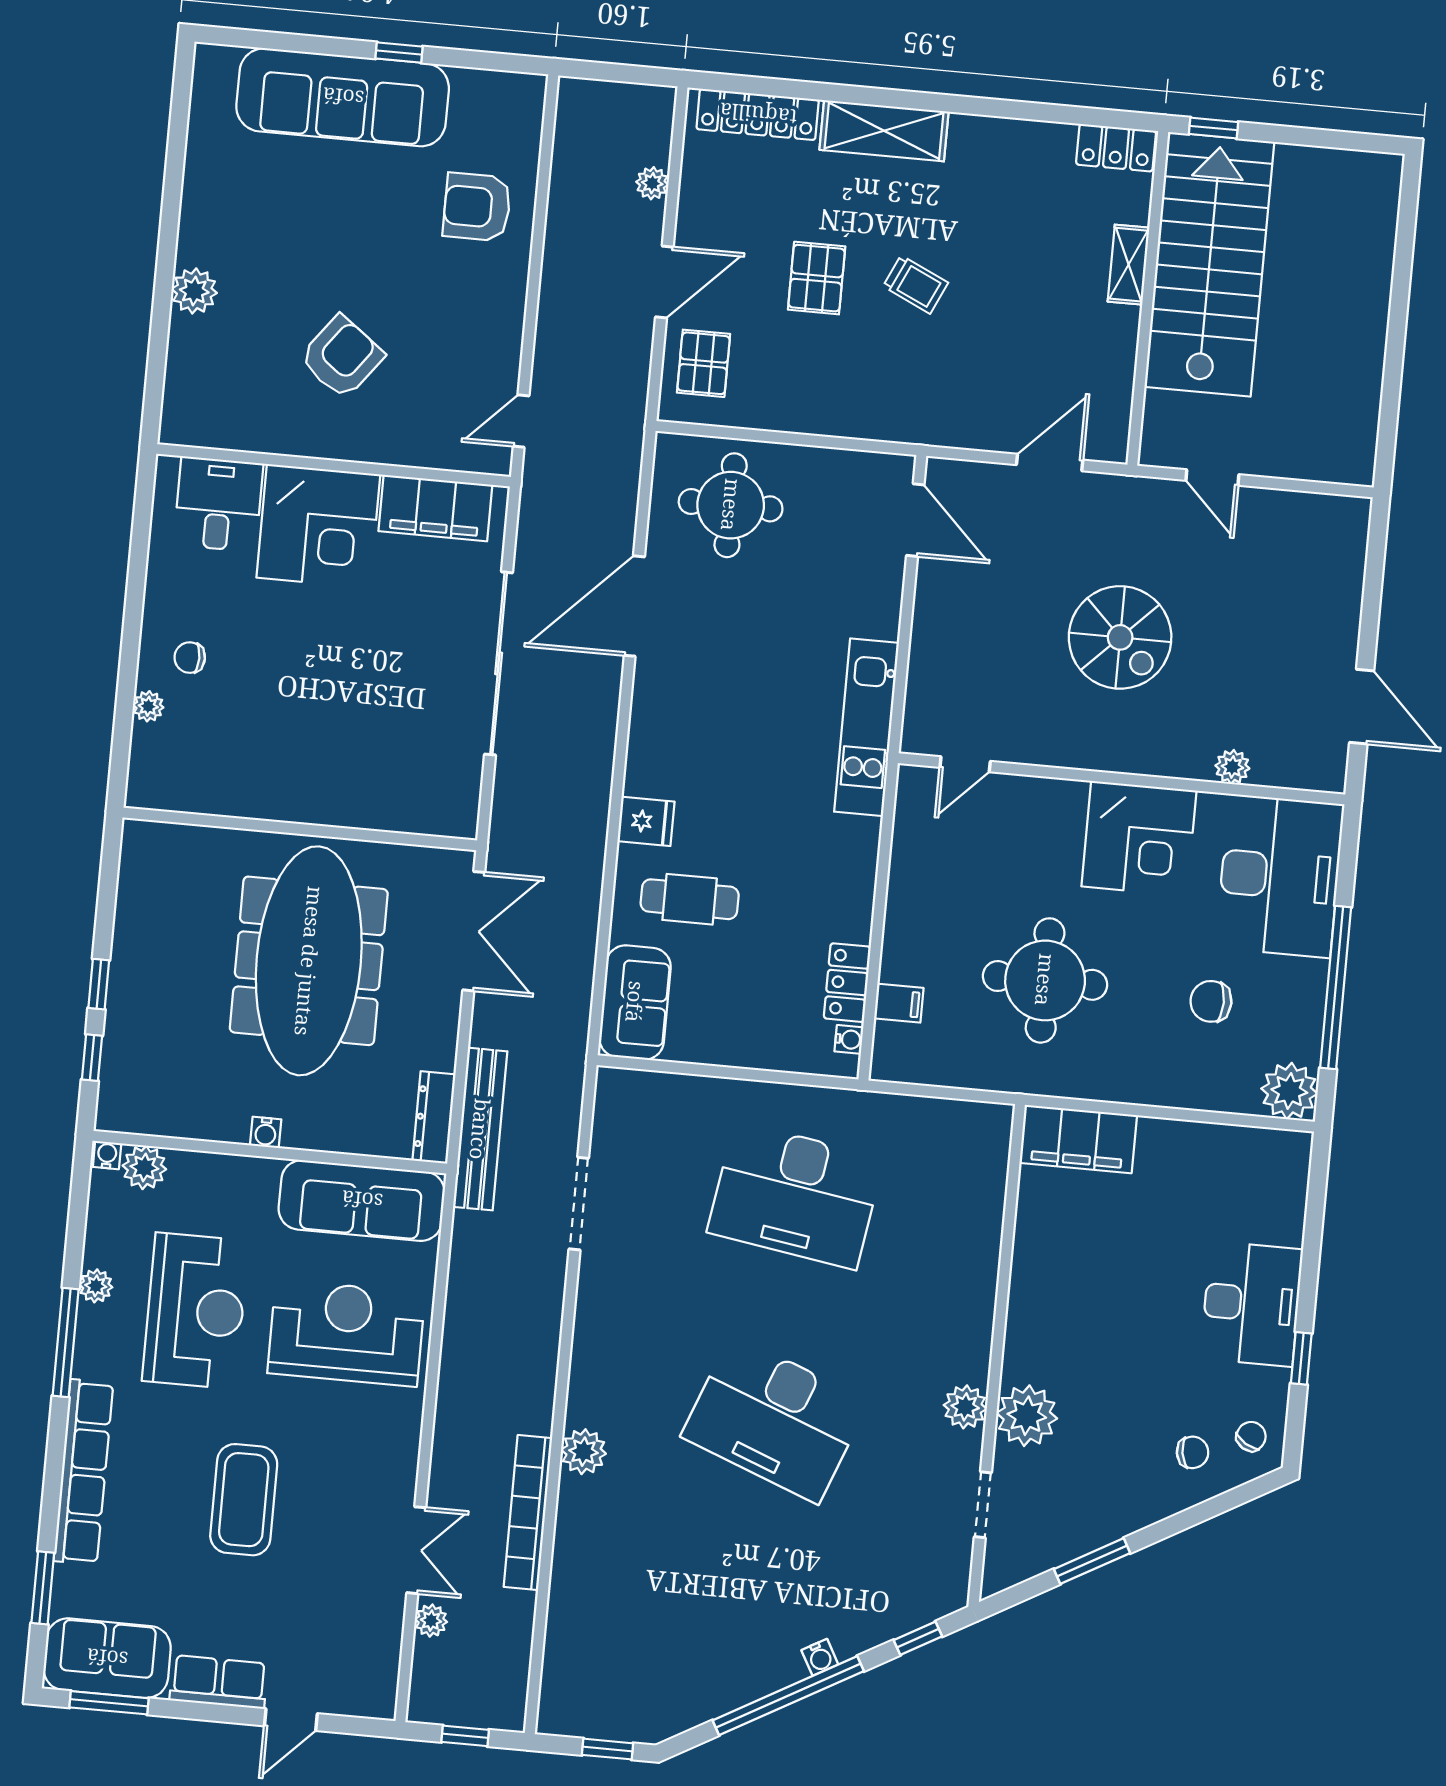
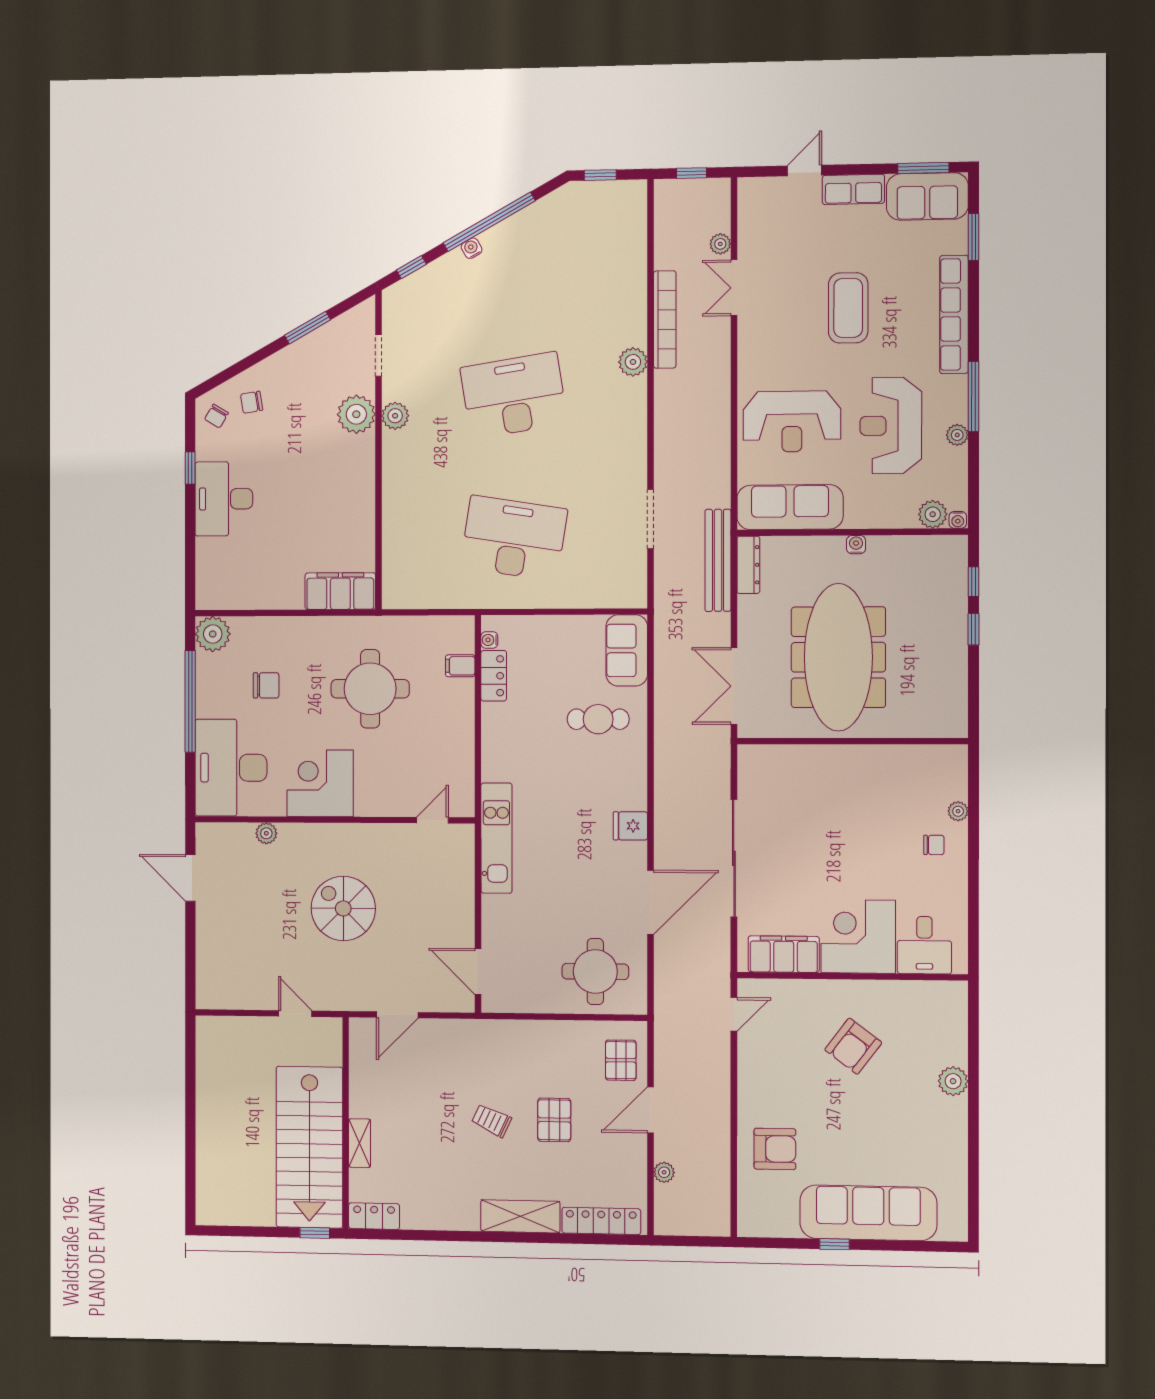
fridge: (646, 821) -> (630, 826), moved
desk: (775, 1419) -> (514, 395), turned -30

